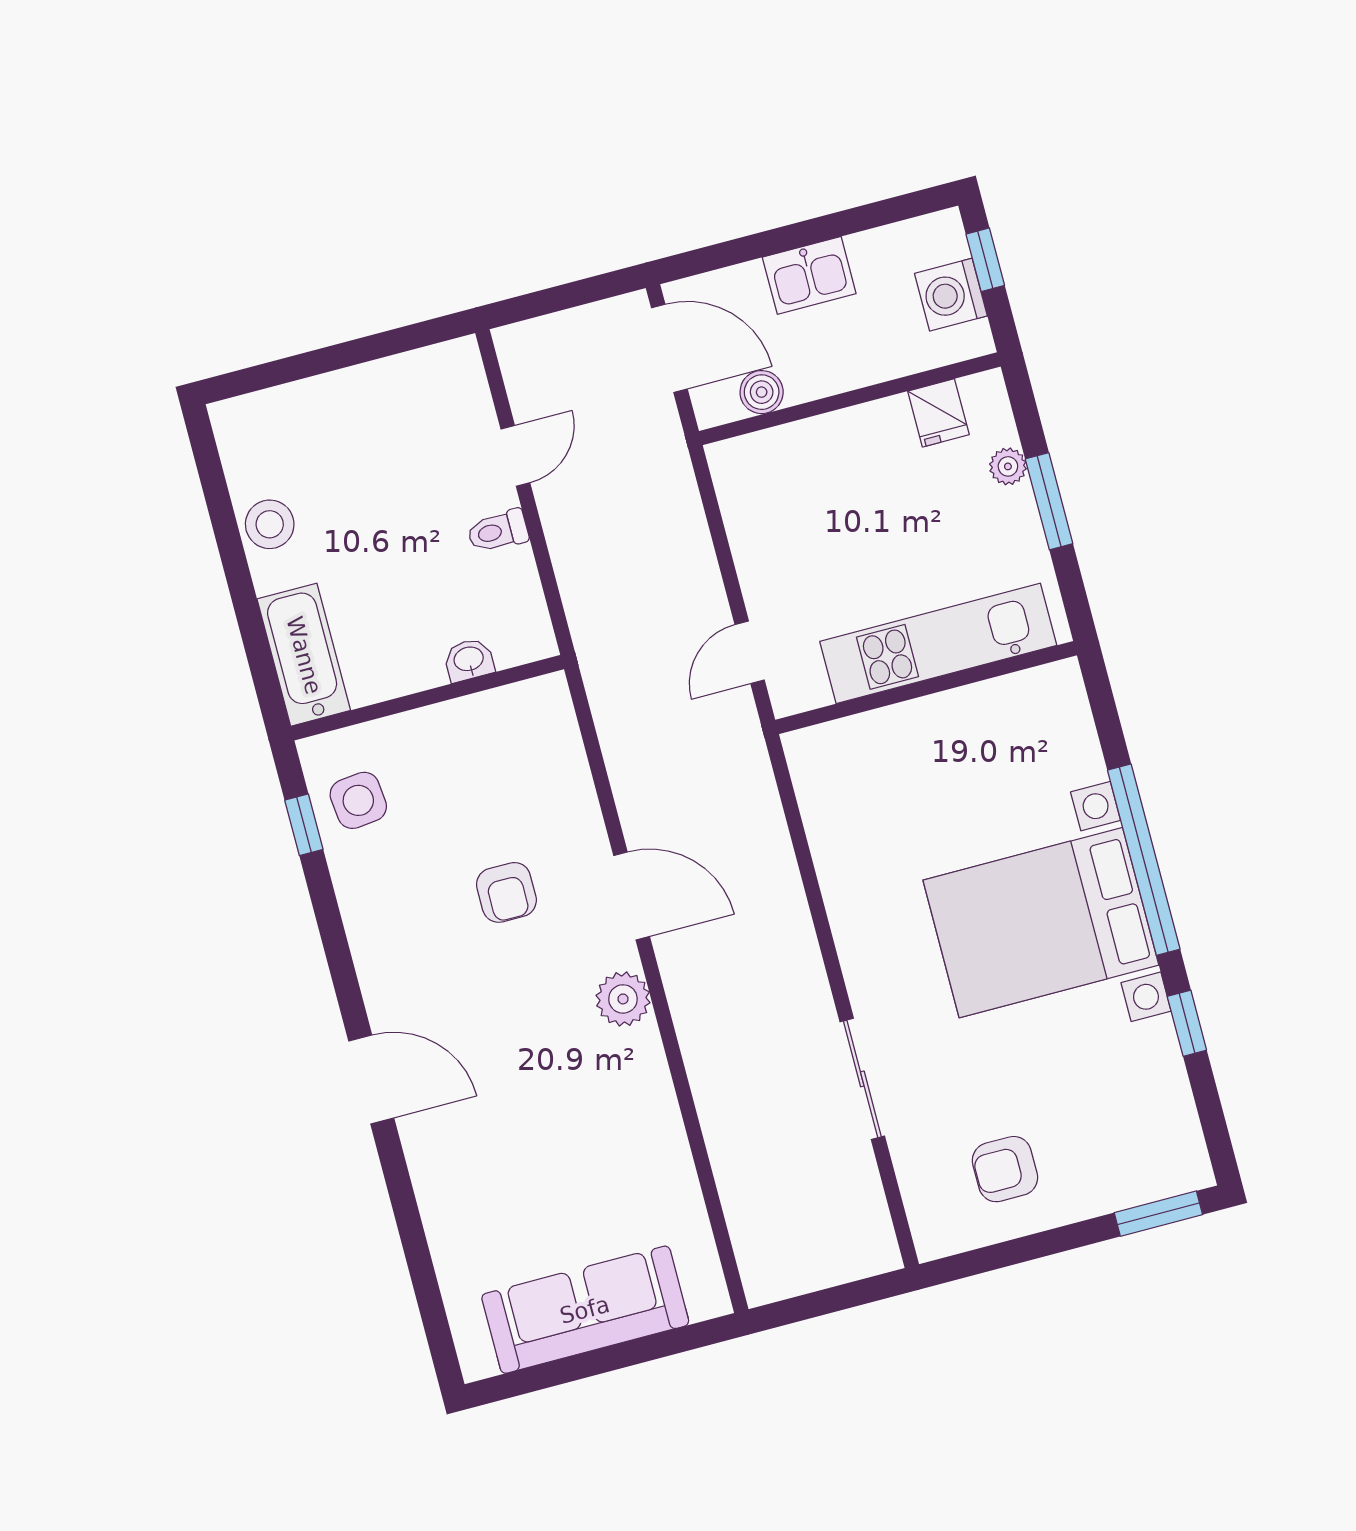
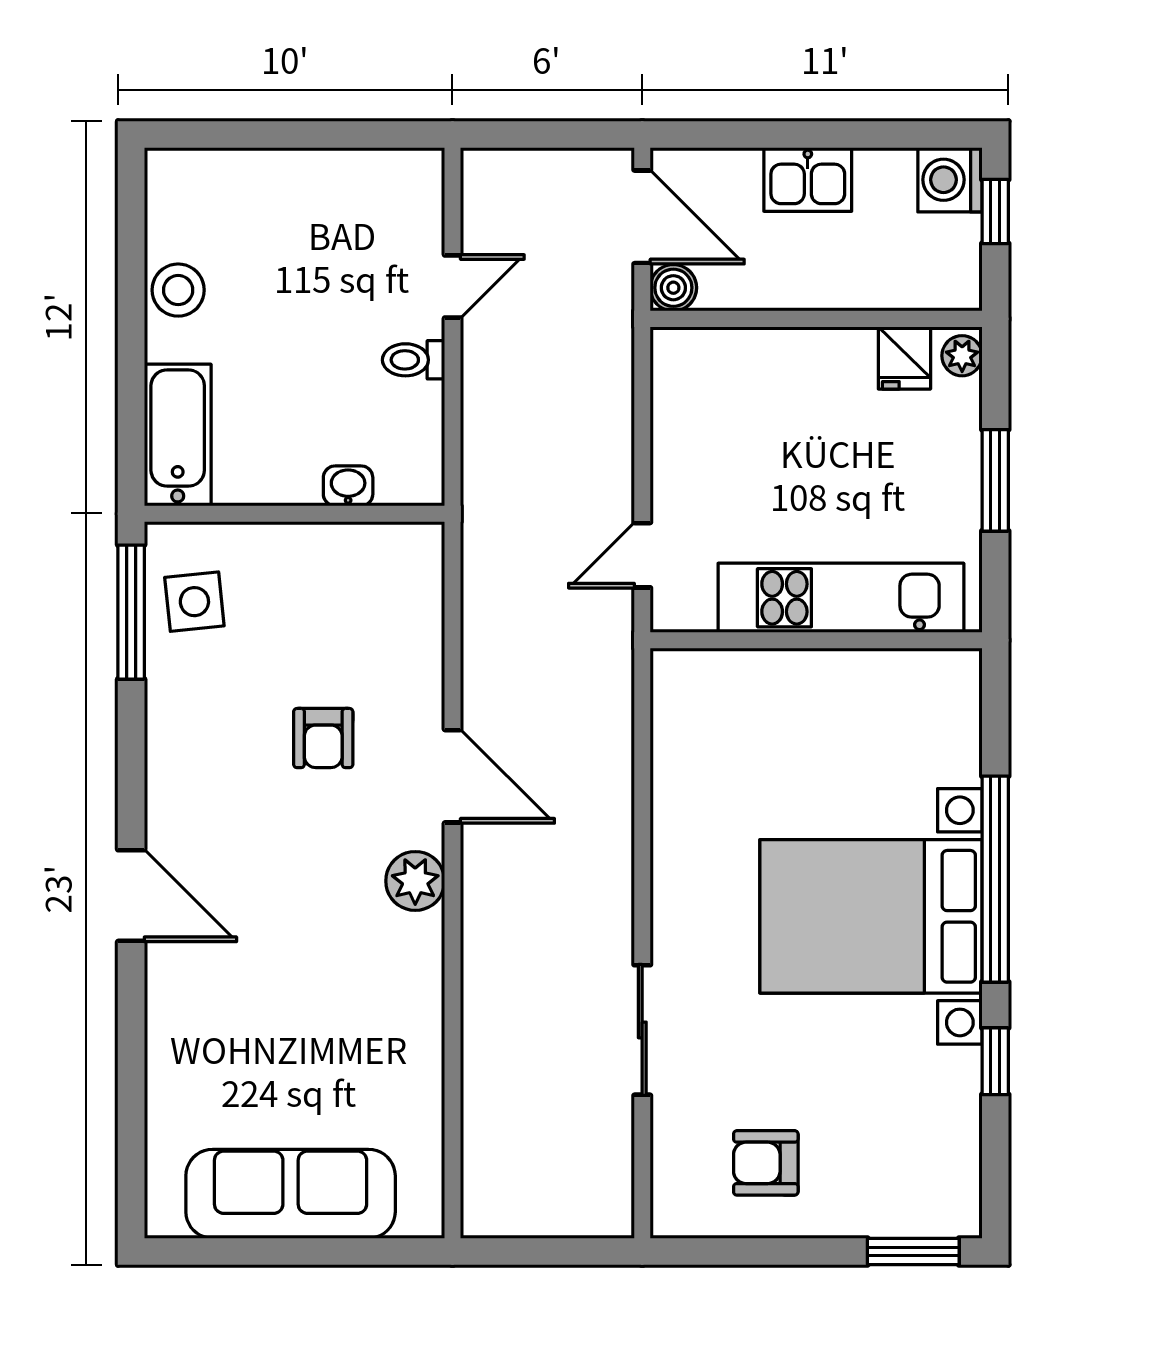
washing machine: (951, 295) -> (950, 180), moved
boiler: (762, 392) -> (673, 288), moved
plant: (1008, 466) -> (962, 356), moved
window: (304, 825) -> (131, 612), width x2.17

